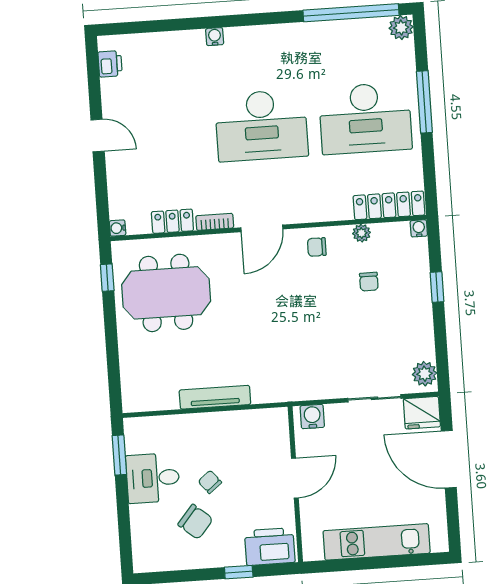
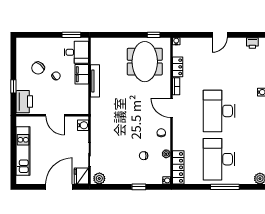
filing cabinet: (202, 427) -> (82, 74), added
desk: (153, 478) -> (76, 52), moved, turned 90

